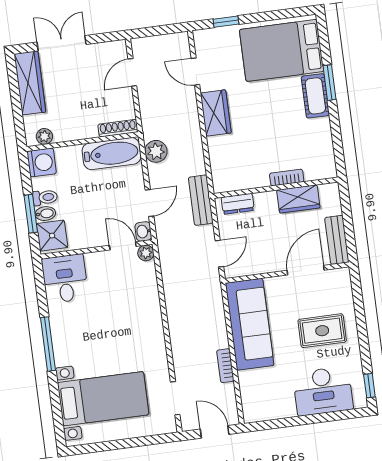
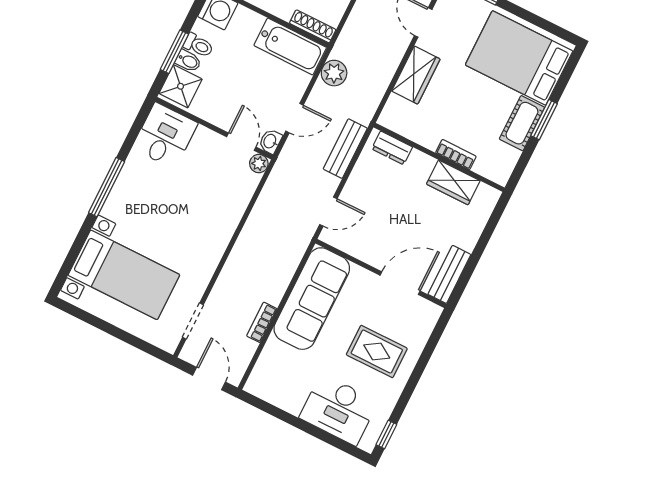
bookcase: (287, 178) -> (456, 155), moved
wall: (276, 188) -> (439, 157), moved
wardrobe: (298, 199) -> (453, 182), moved
dresser: (238, 204) -> (392, 148), moved

